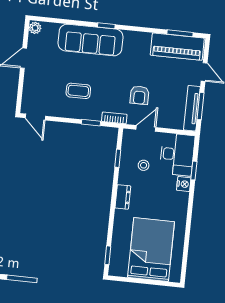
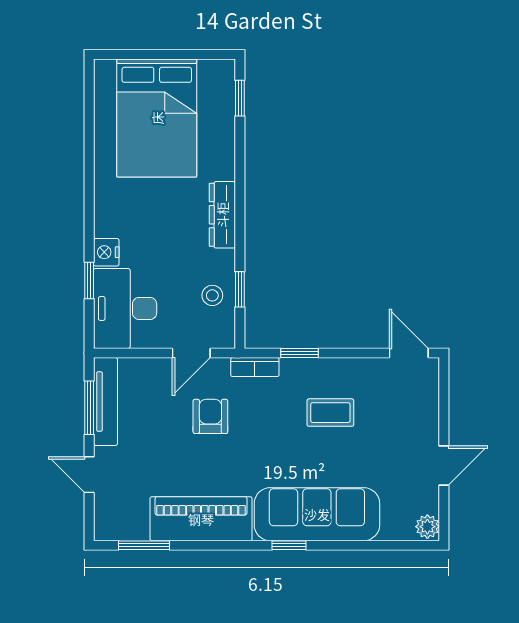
piano: (177, 47) -> (201, 519), moved
stool: (144, 165) -> (212, 295), moved
dresser: (123, 197) -> (222, 215), width x1.44

